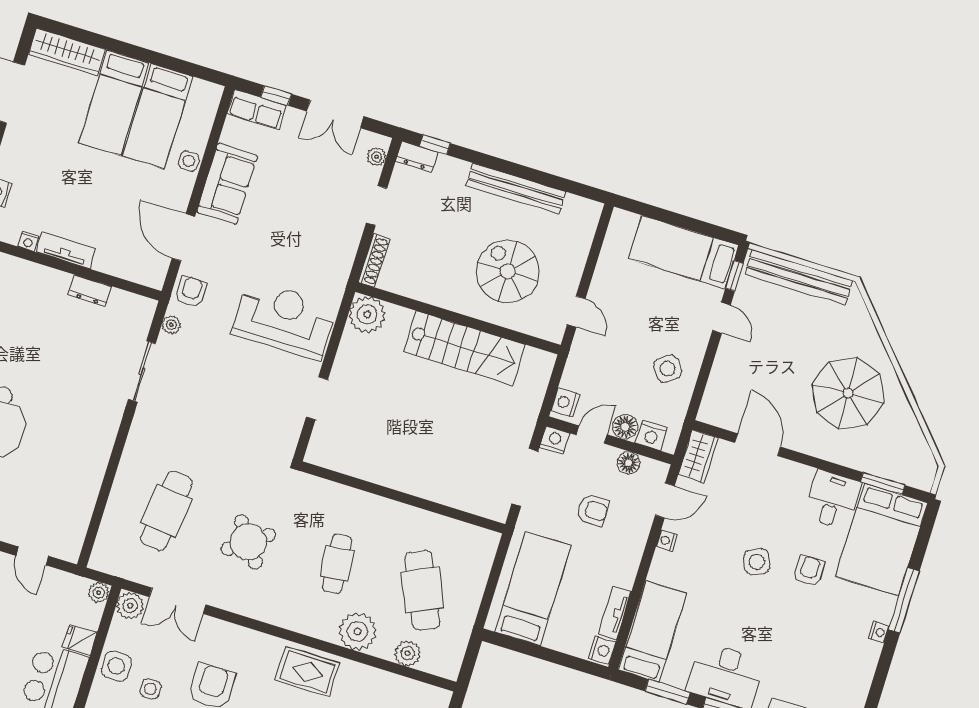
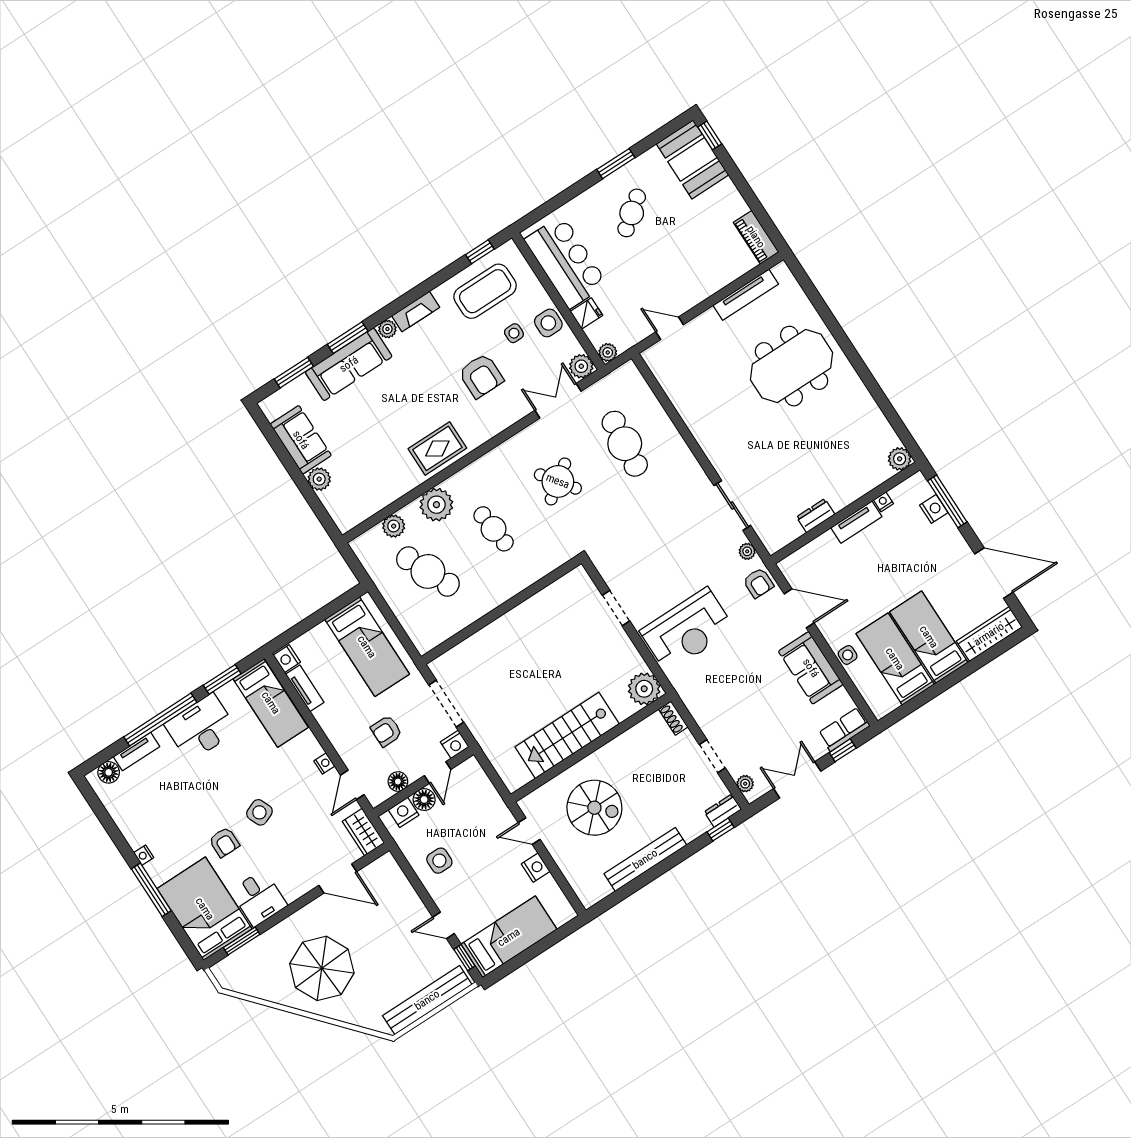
shoe rack: (374, 260) -> (673, 718), width x0.70
side table: (668, 369) -> (439, 861), turned 36
nightstand: (565, 402) -> (536, 868), moved

